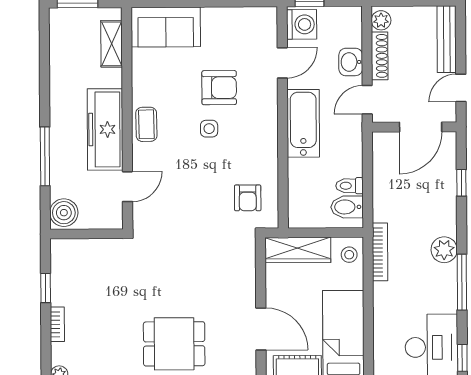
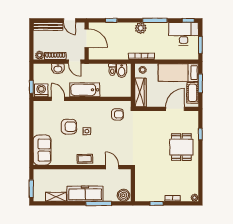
shelving: (112, 44) -> (56, 197), moved
armchair: (219, 88) -> (69, 127), turned 90
freezer: (105, 129) -> (85, 194), moved, turned 180

